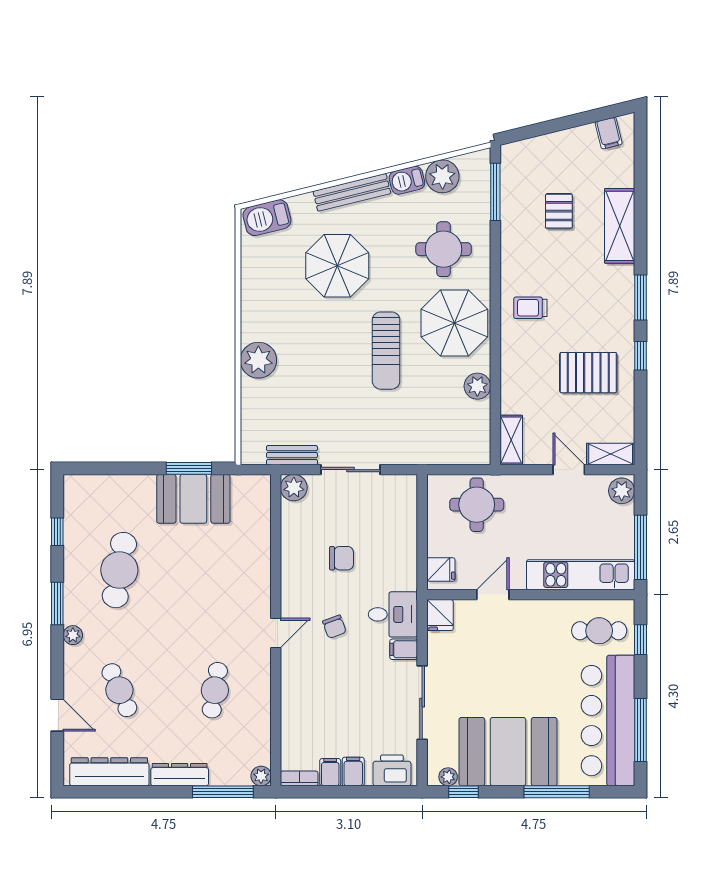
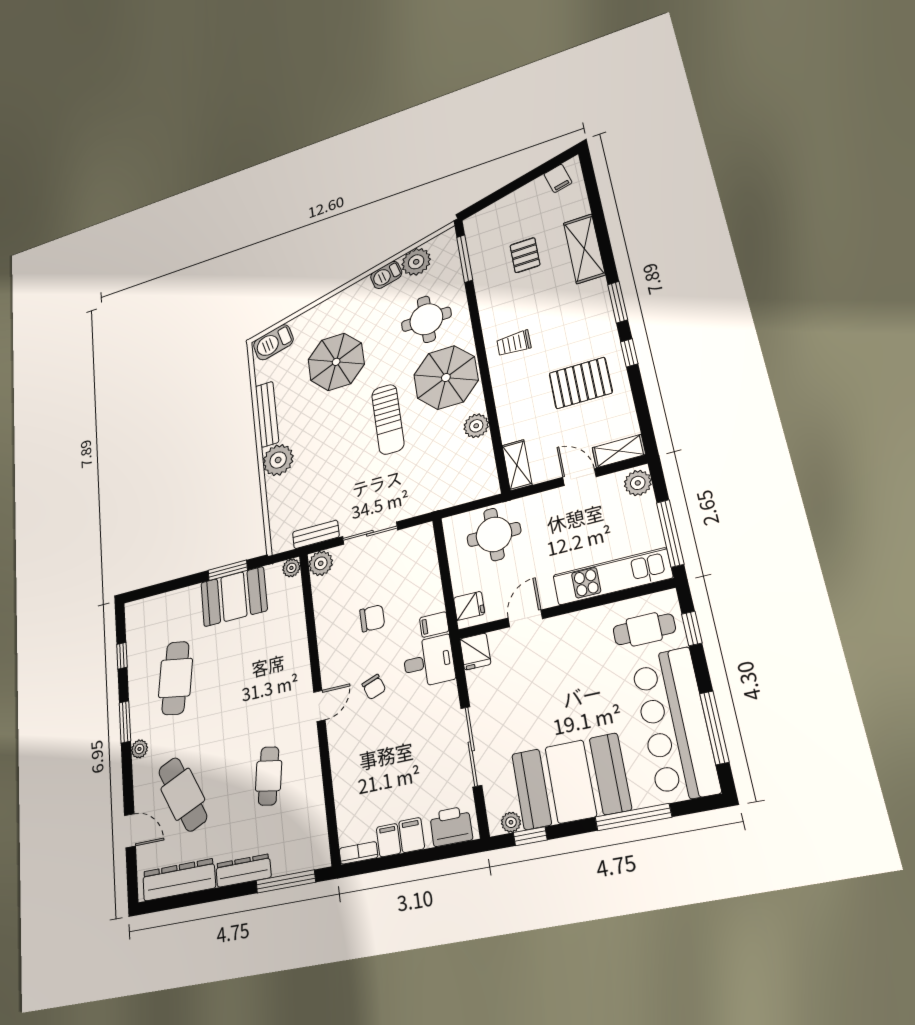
bench: (352, 192) -> (267, 414), moved, turned -76
filing cabinet: (404, 649) -> (434, 625), moved
cafe table: (119, 690) -> (183, 794), width x1.37, depth x1.35
plant: (261, 776) -> (291, 568), moved

